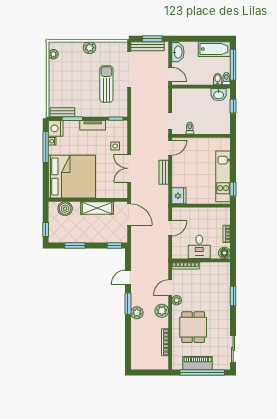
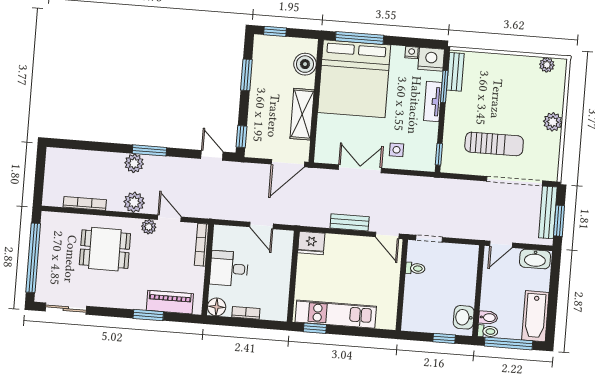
tv unit: (93, 125) -> (433, 101), moved
window: (46, 147) -> (360, 38), moved
door: (128, 277) -> (212, 155), moved
piano: (198, 363) -> (170, 302), moved, turned -90

